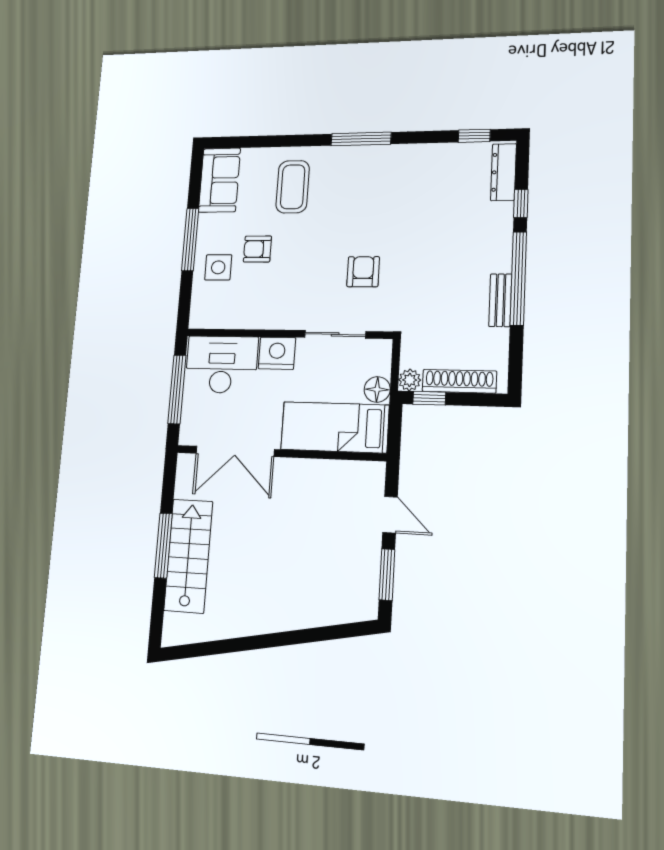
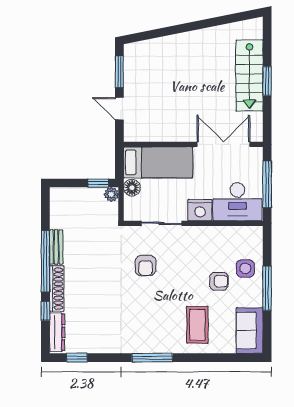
shoe rack: (459, 381) -> (57, 289), moved, turned -90
window: (163, 546) -> (267, 81), width x0.69

